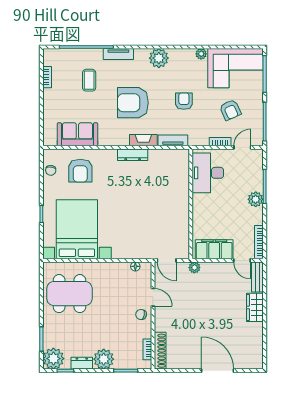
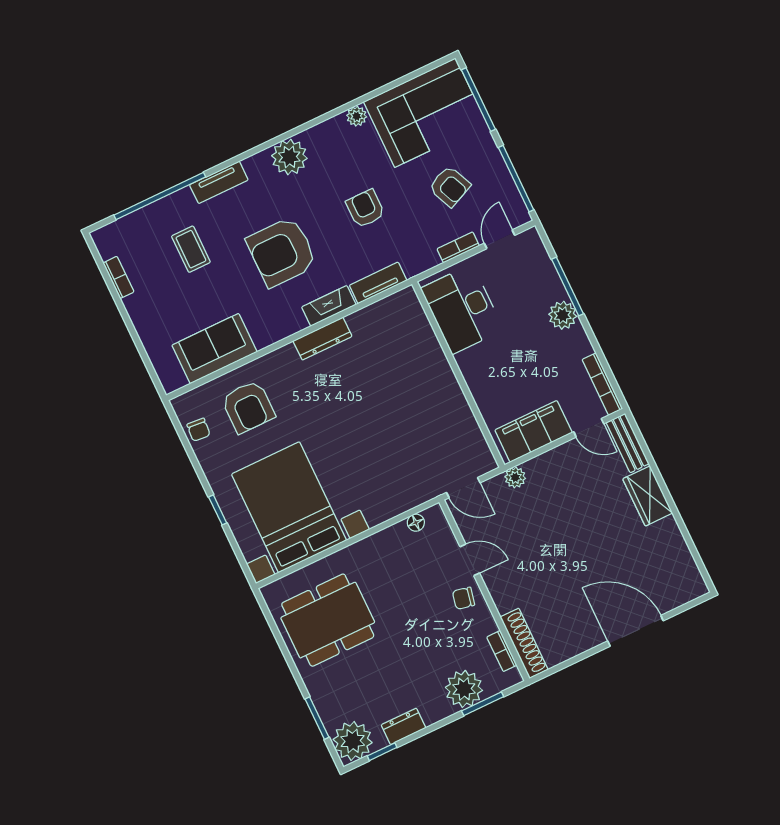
plant: (104, 359) -> (464, 689), moved

